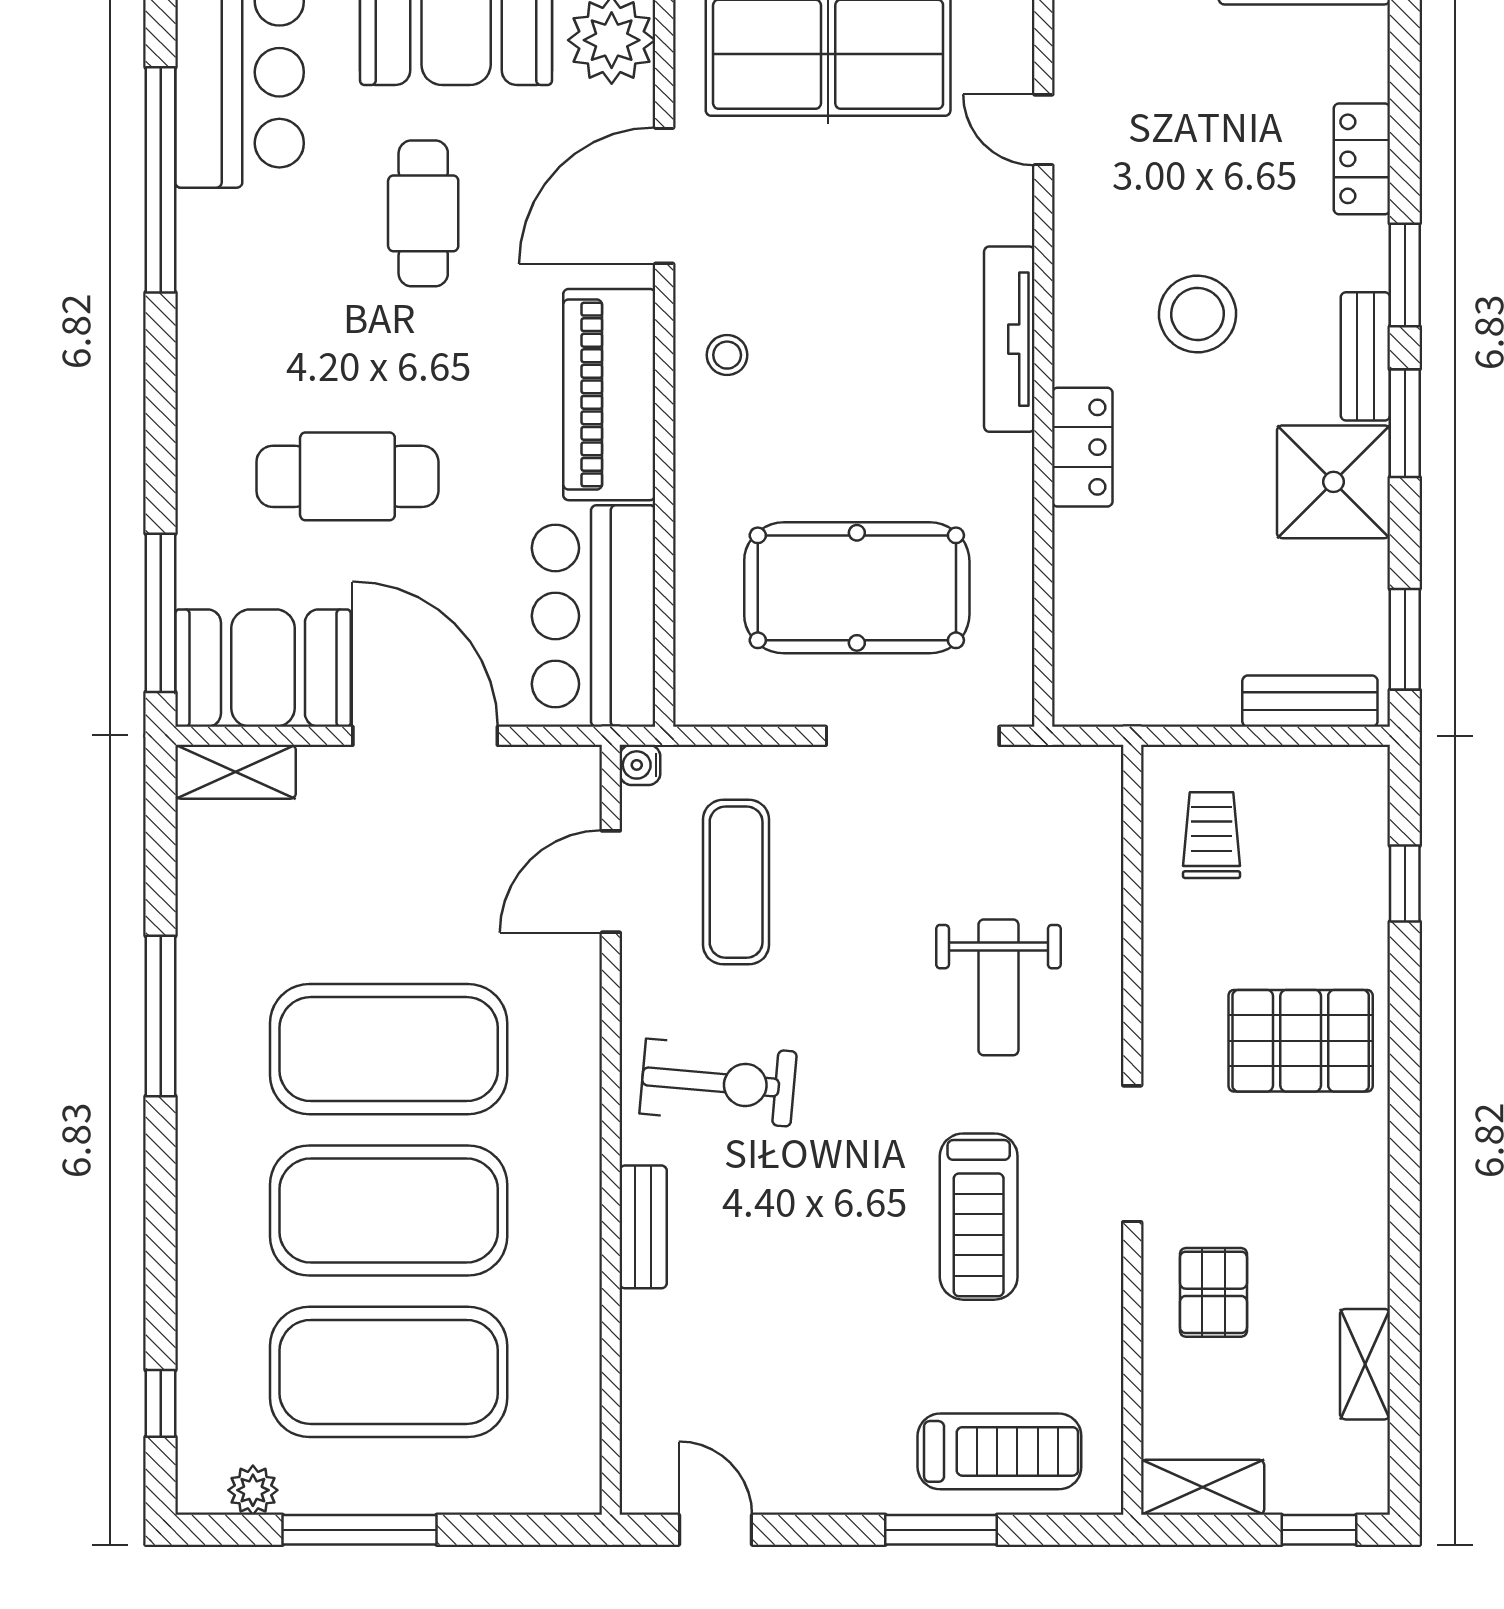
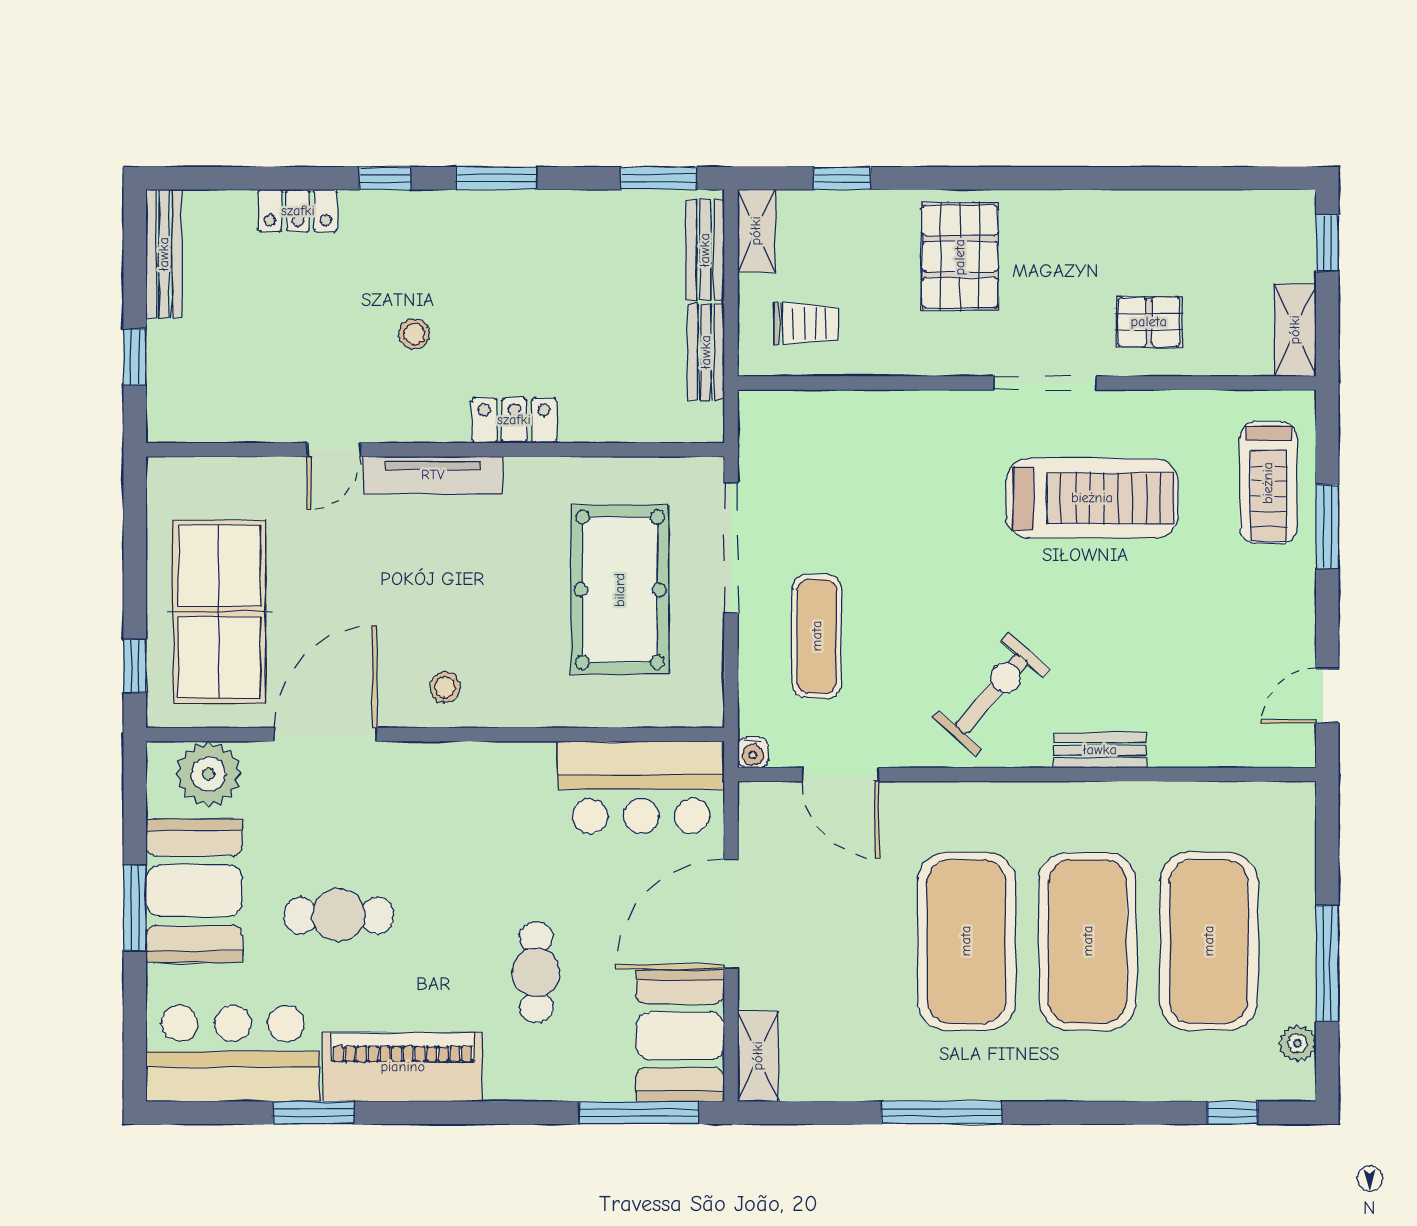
door: (1043, 130) -> (334, 450), moved
window: (161, 180) -> (314, 1113), width x0.47
door: (664, 196) -> (326, 734), swing flipped
window: (1405, 275) -> (385, 178), width x0.67
stool: (1197, 314) -> (414, 334), width x0.53, depth x0.53
bench: (1365, 356) -> (706, 352), moved, turned 90
piano: (609, 395) -> (403, 1067), moved, turned 180
cafe table: (347, 476) -> (536, 972), width x0.73, depth x0.74
shower: (1334, 482) -> (540, 232), removed
trolley: (1212, 835) -> (806, 323), turned 180
exercise mat: (736, 882) -> (817, 636), moved, turned 90
weight bench: (998, 987) -> (920, 483), removed
exercise bike: (718, 1083) -> (992, 694), turned 36
treadmill: (979, 1217) -> (1092, 498), width x1.37, depth x1.38
shelving: (1365, 1364) -> (756, 231), moved, turned 90
treadmill: (999, 1451) -> (1268, 483), turned 180

